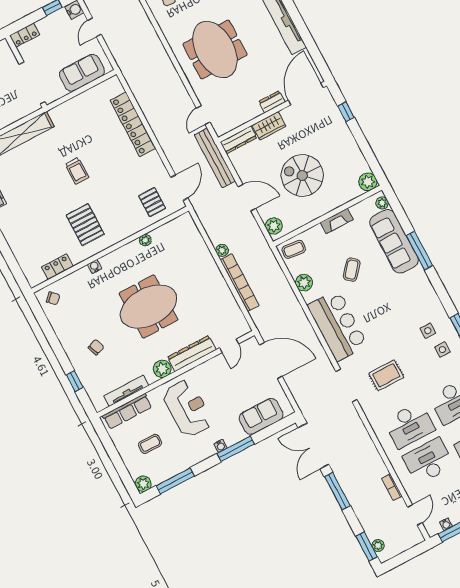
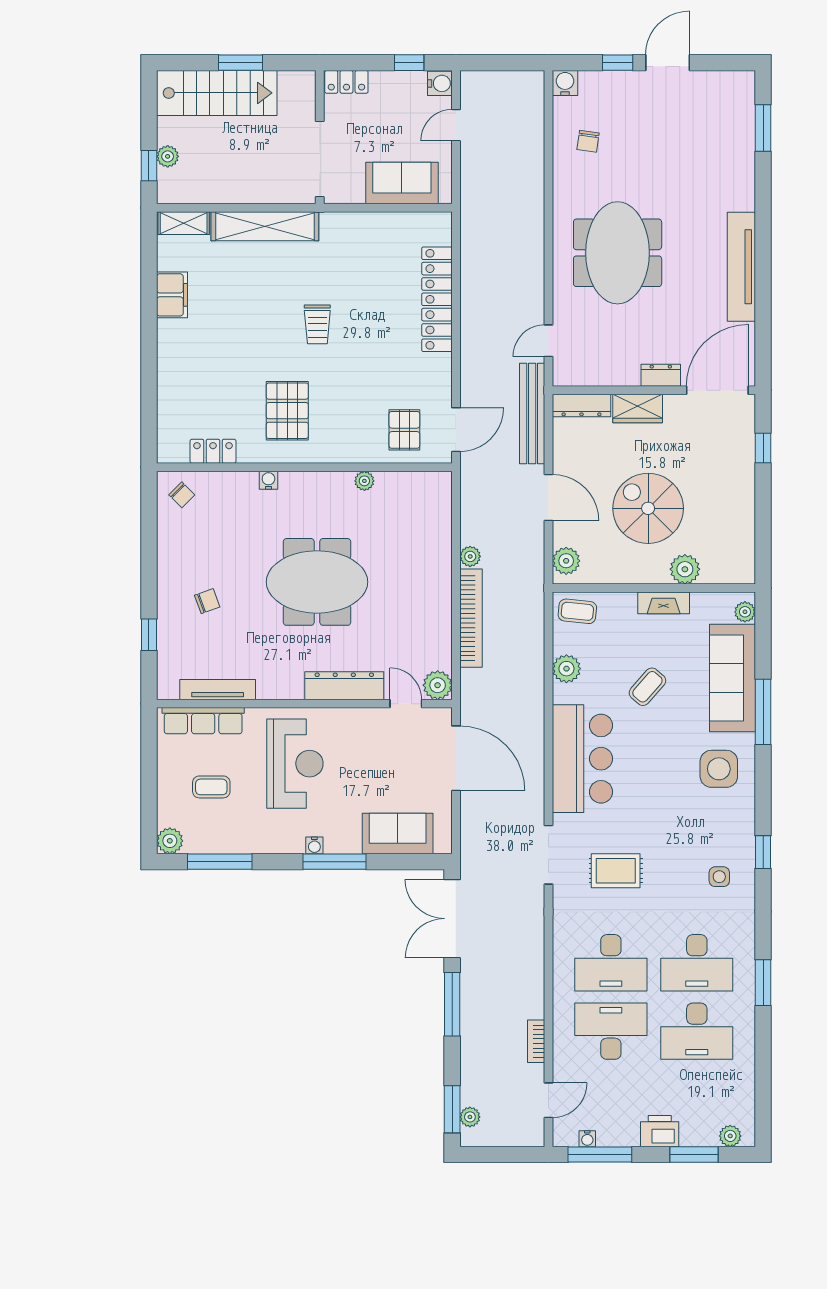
plant: (368, 182) -> (685, 569), moved
side table: (428, 331) -> (719, 769), moved, width x1.87, depth x1.87
door: (229, 346) -> (406, 704), swing flipped
plant: (162, 369) -> (438, 685), moved

